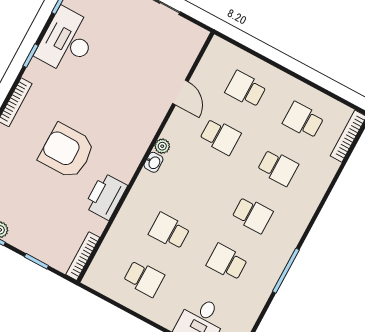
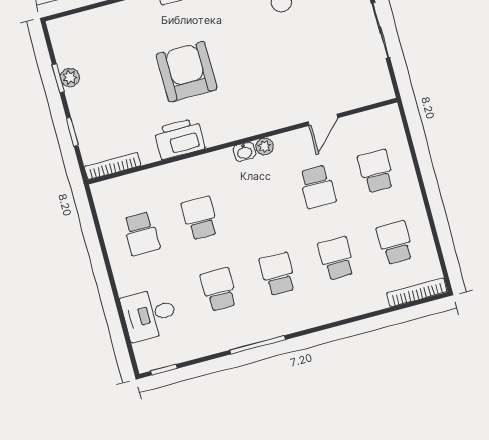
school desk: (278, 168) -> (336, 258), turned 180
school desk: (252, 215) -> (278, 274), turned 180

